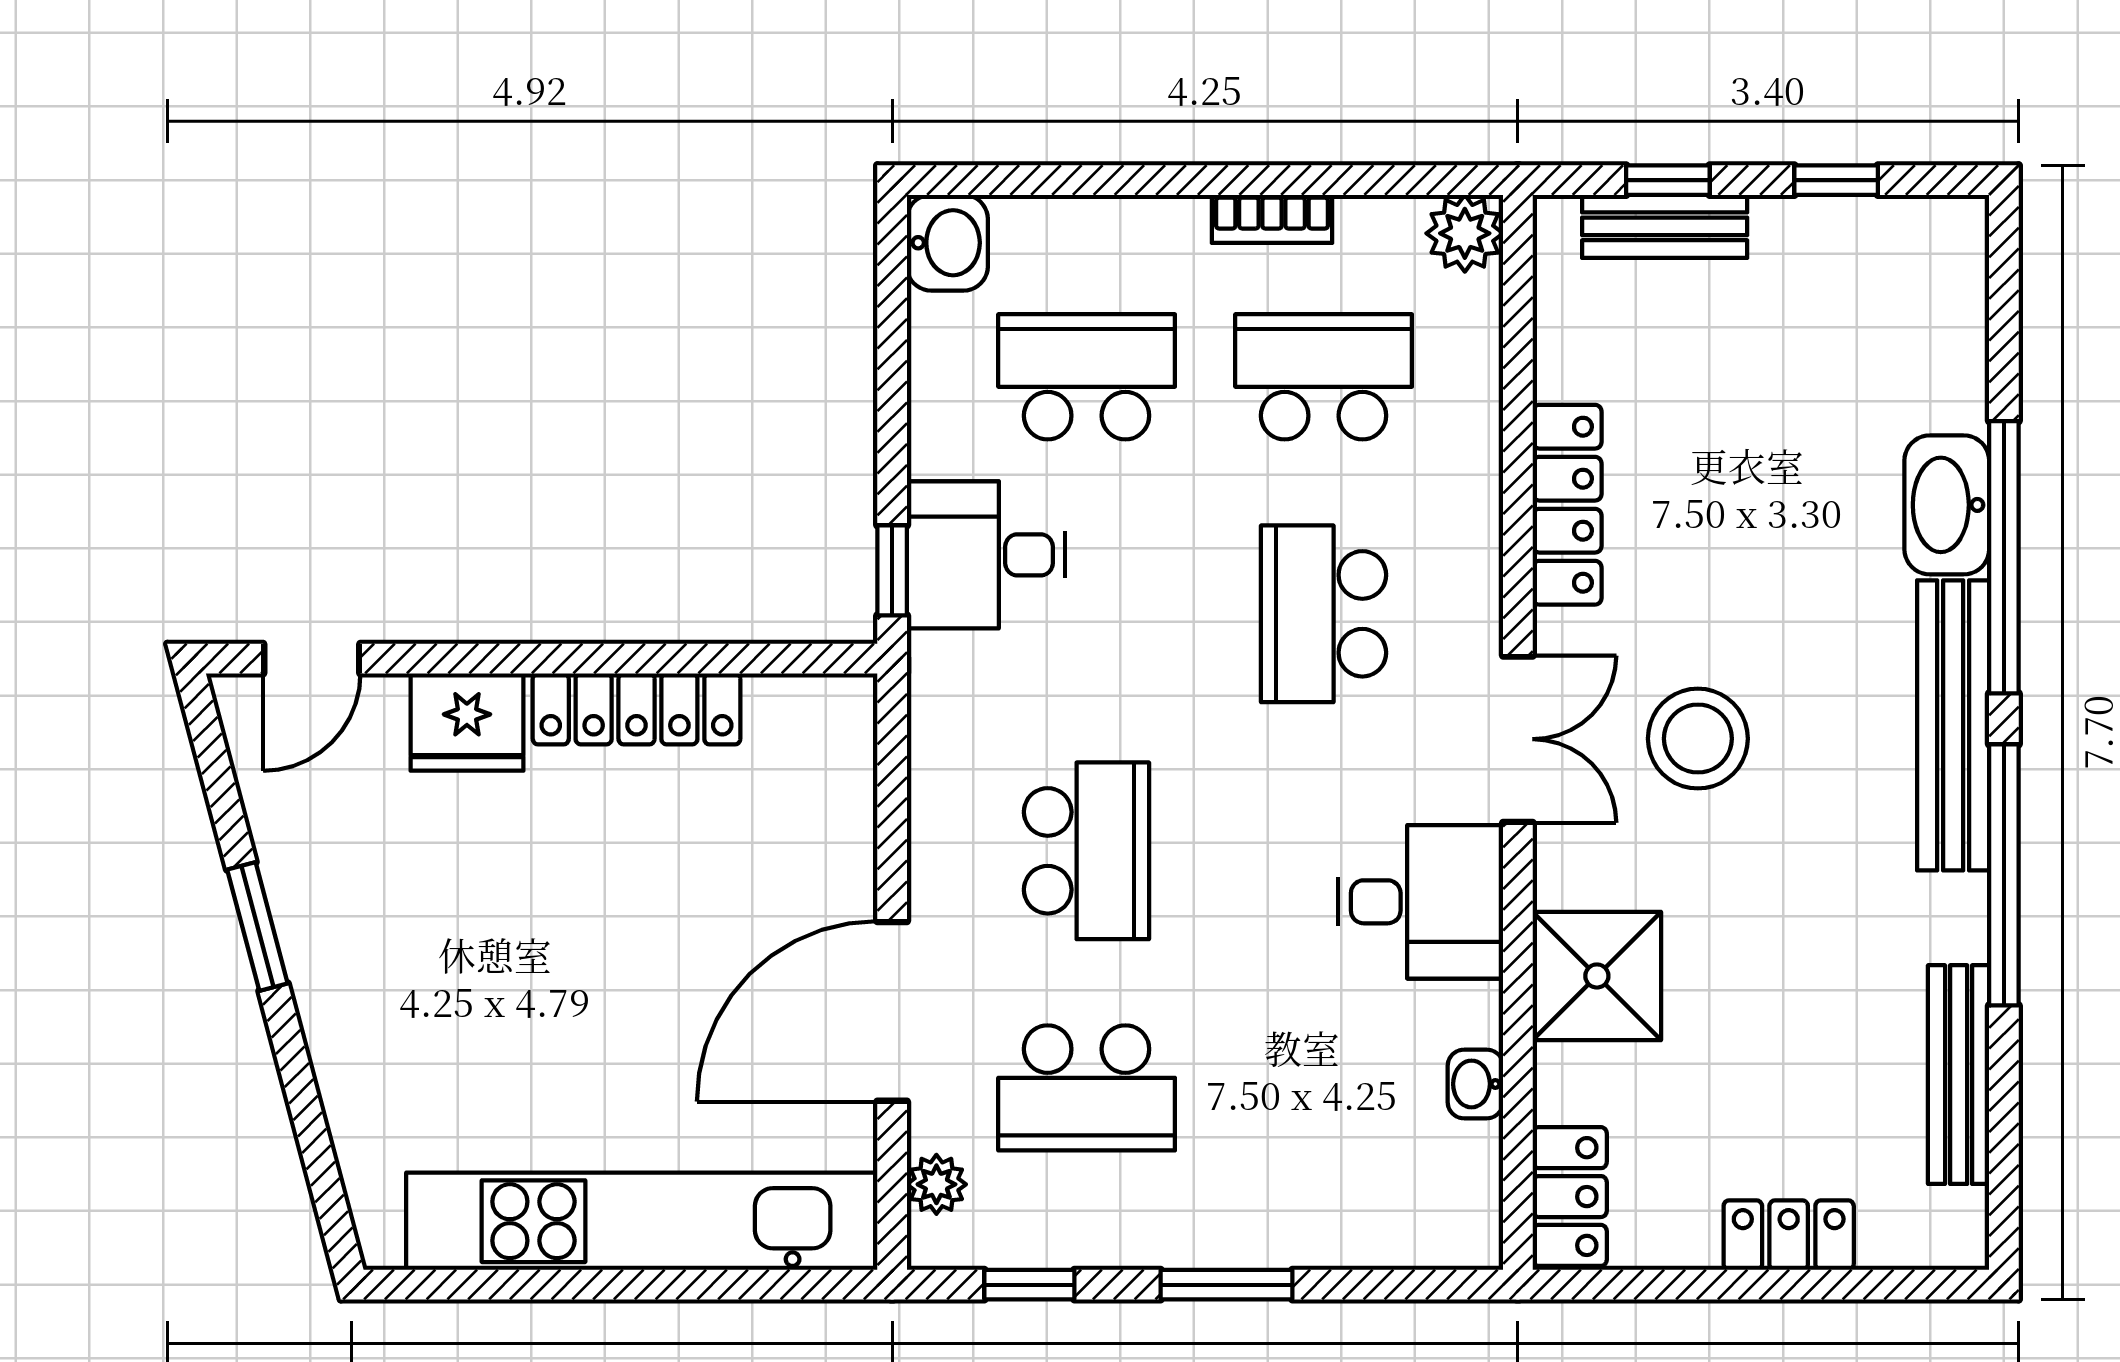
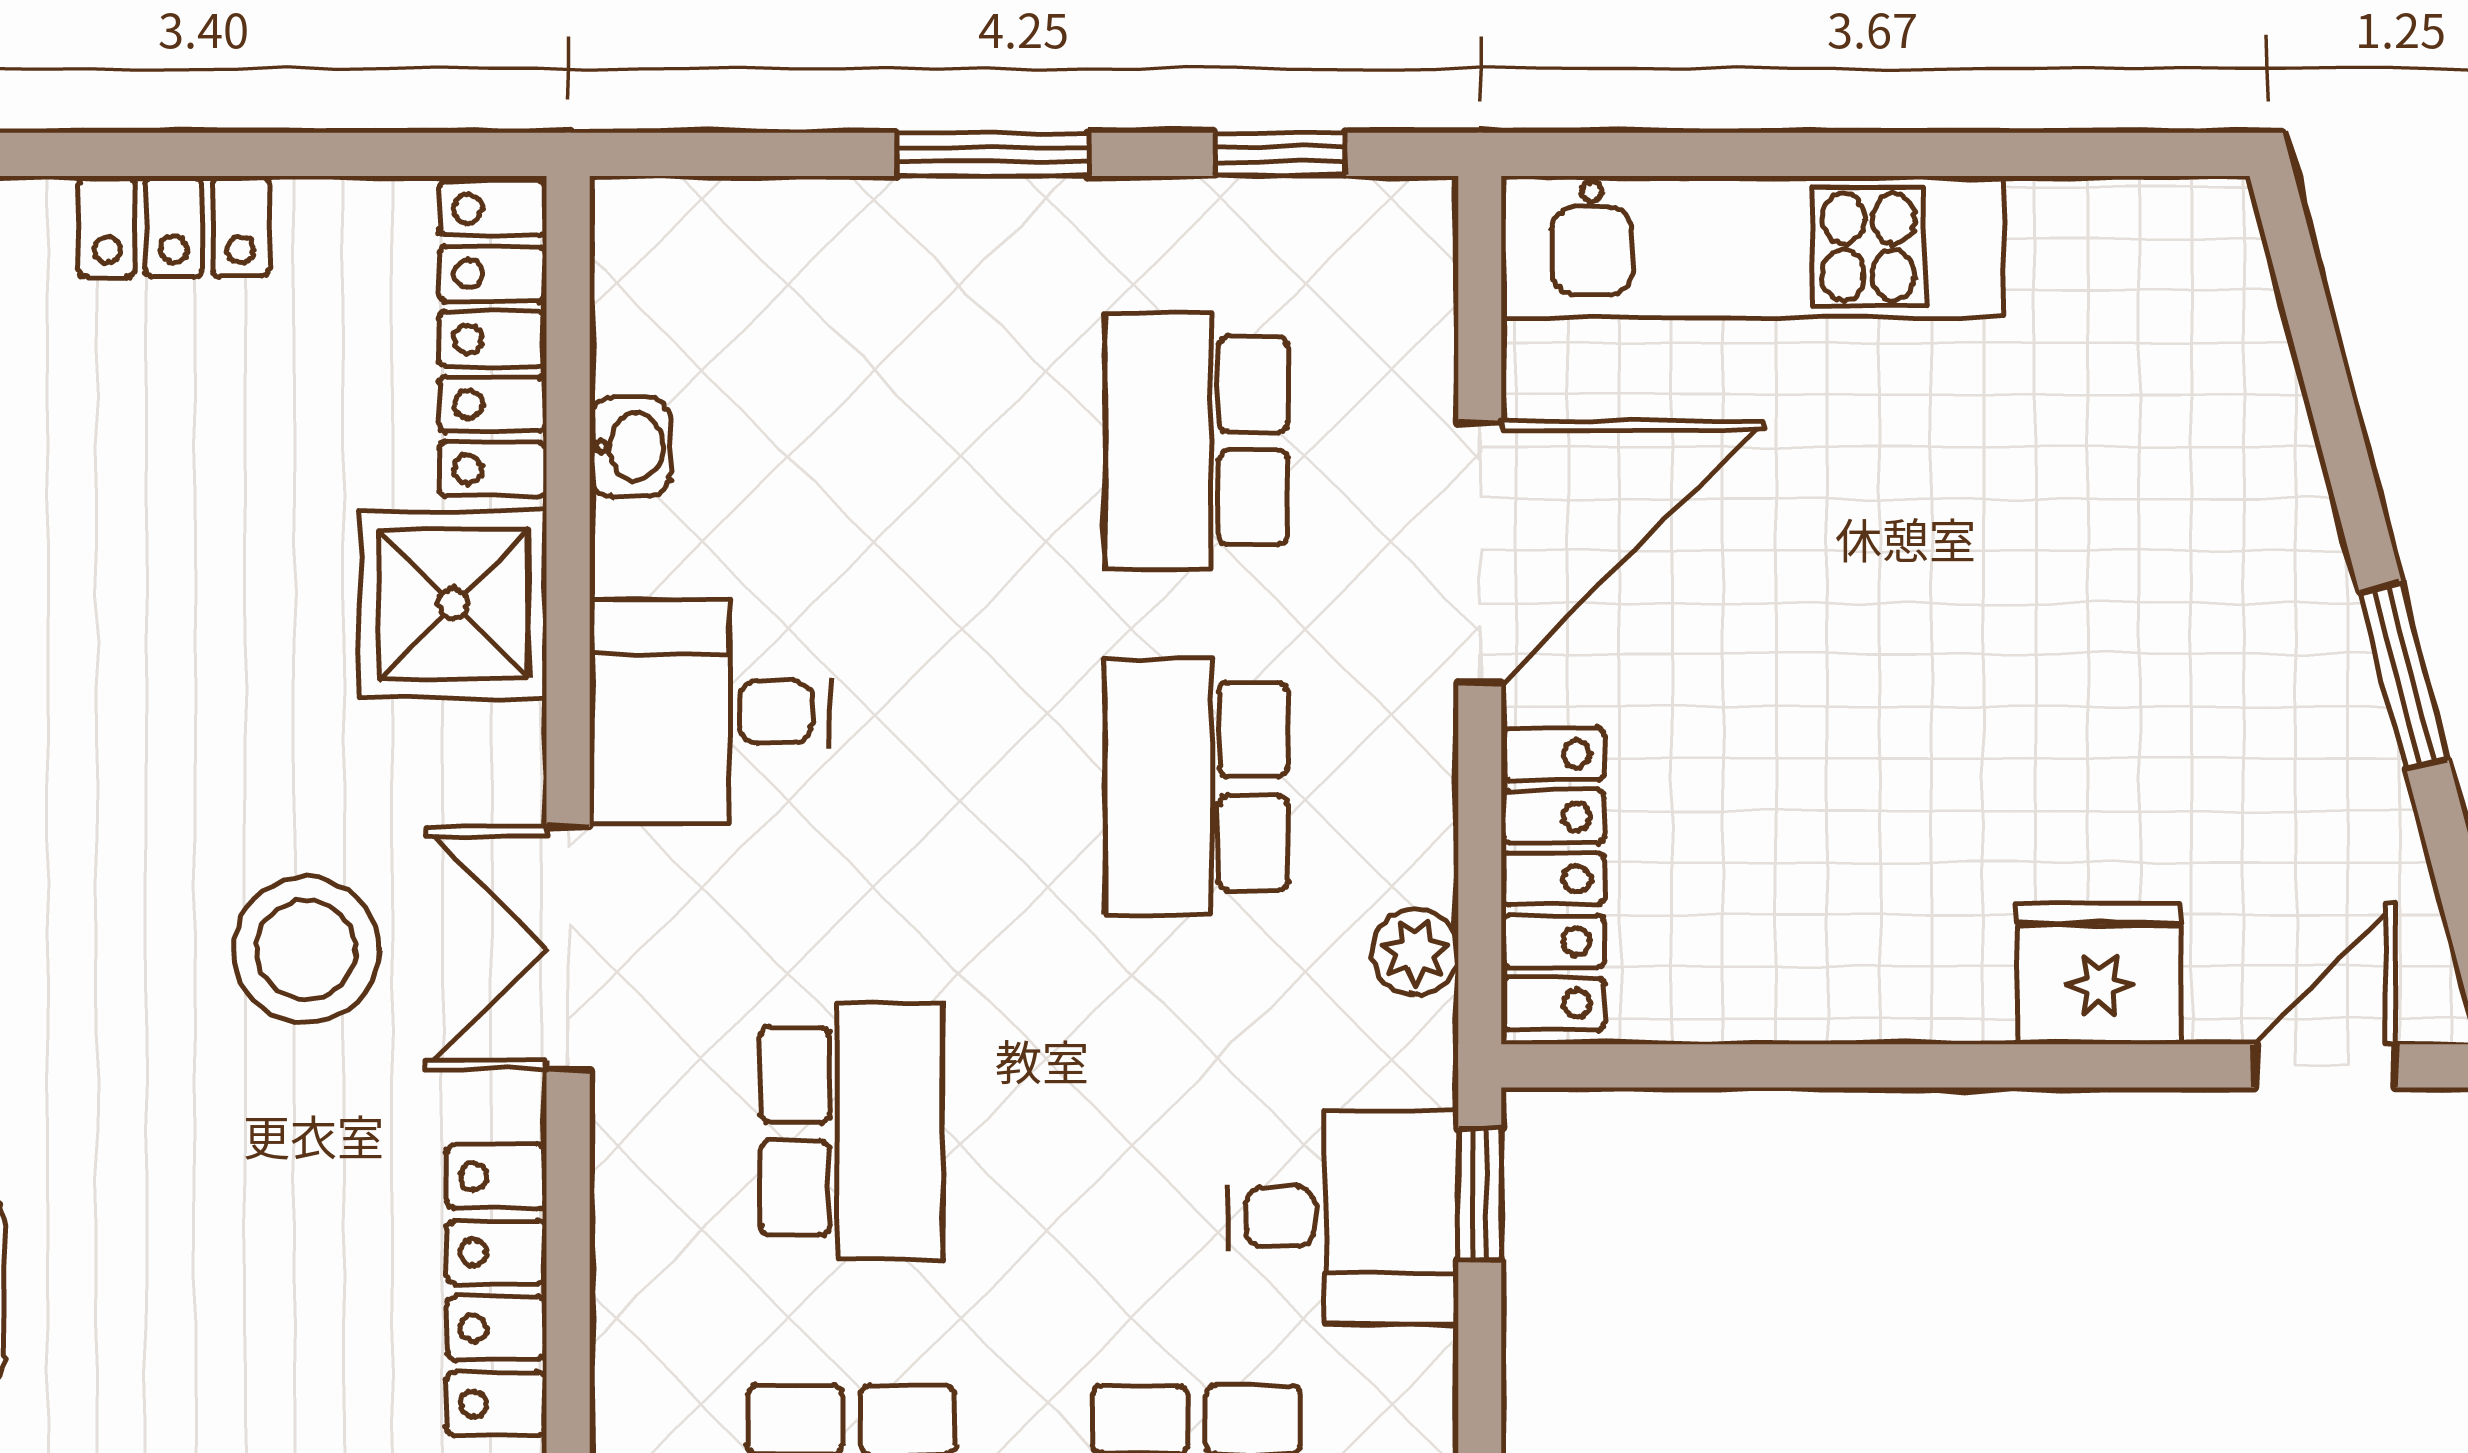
locker: (637, 709) -> (1553, 879), moved, turned 90
school desk: (1087, 1088) -> (1197, 441), turned -90
plant: (936, 1184) -> (1415, 952), moved
locker: (1570, 1197) -> (493, 339), width x1.53
kitchen unit: (642, 1221) -> (1753, 247), width x0.73

